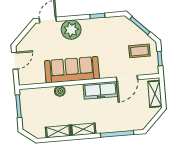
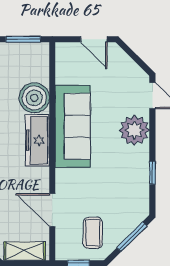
freezer: (100, 90) -> (37, 140), moved
boiler: (60, 91) -> (34, 98), width x1.86, depth x1.86

